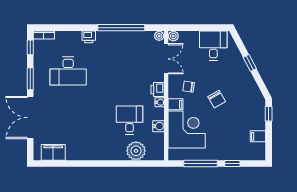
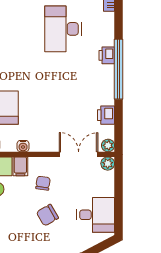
window: (121, 28) -> (119, 69), moved
double door: (166, 59) -> (79, 154), swing flipped
printer: (158, 89) -> (106, 115), moved, turned -90
chair: (217, 99) -> (47, 215), moved

